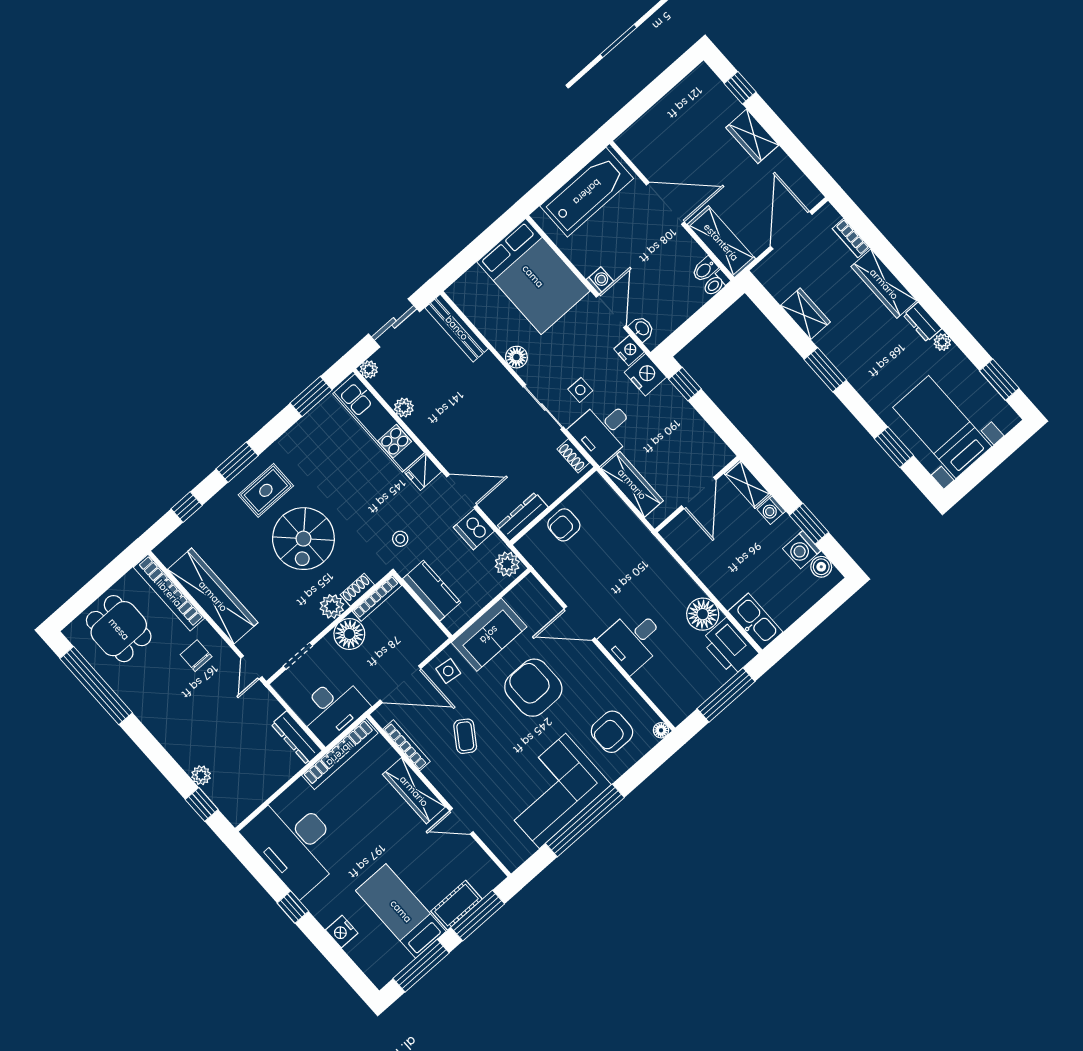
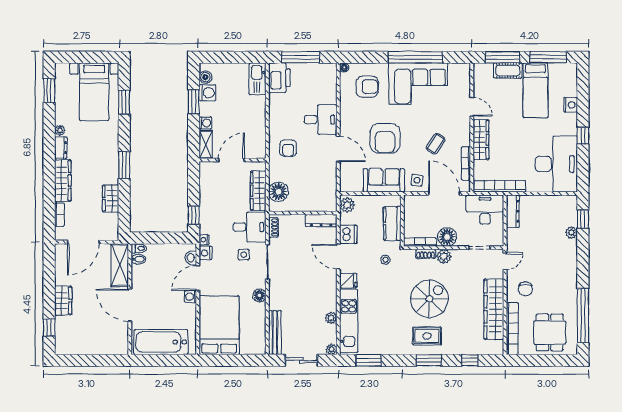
nightstand: (645, 375) -> (204, 240), width x0.53, depth x0.56
armchair: (564, 525) -> (288, 148), moved, turned 90
floor lamp: (703, 614) -> (278, 192), moved

